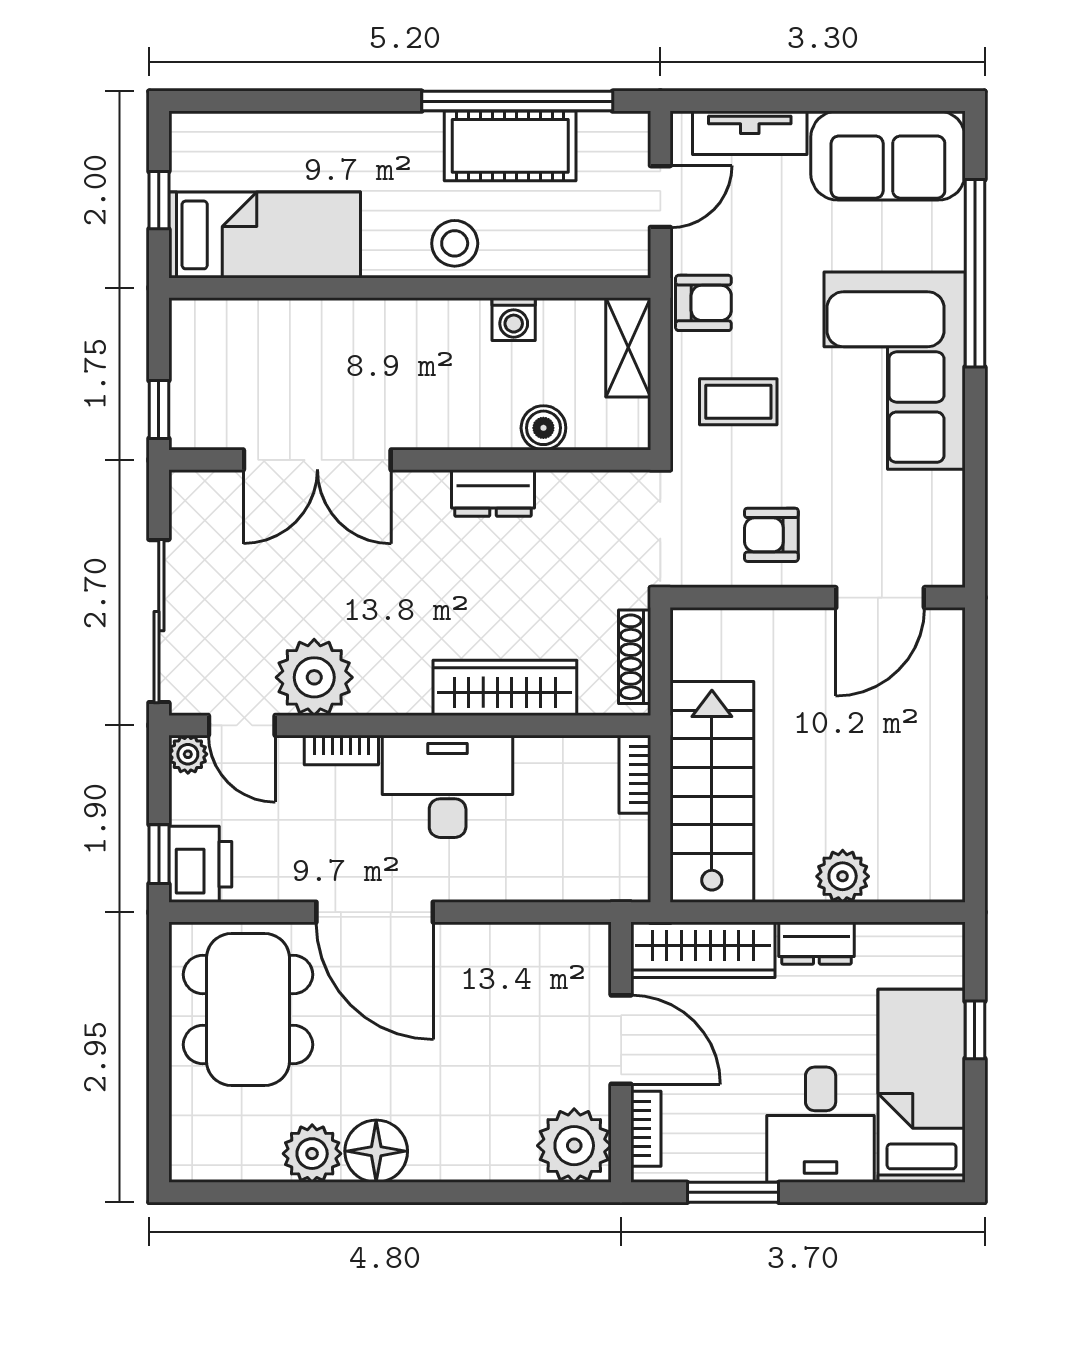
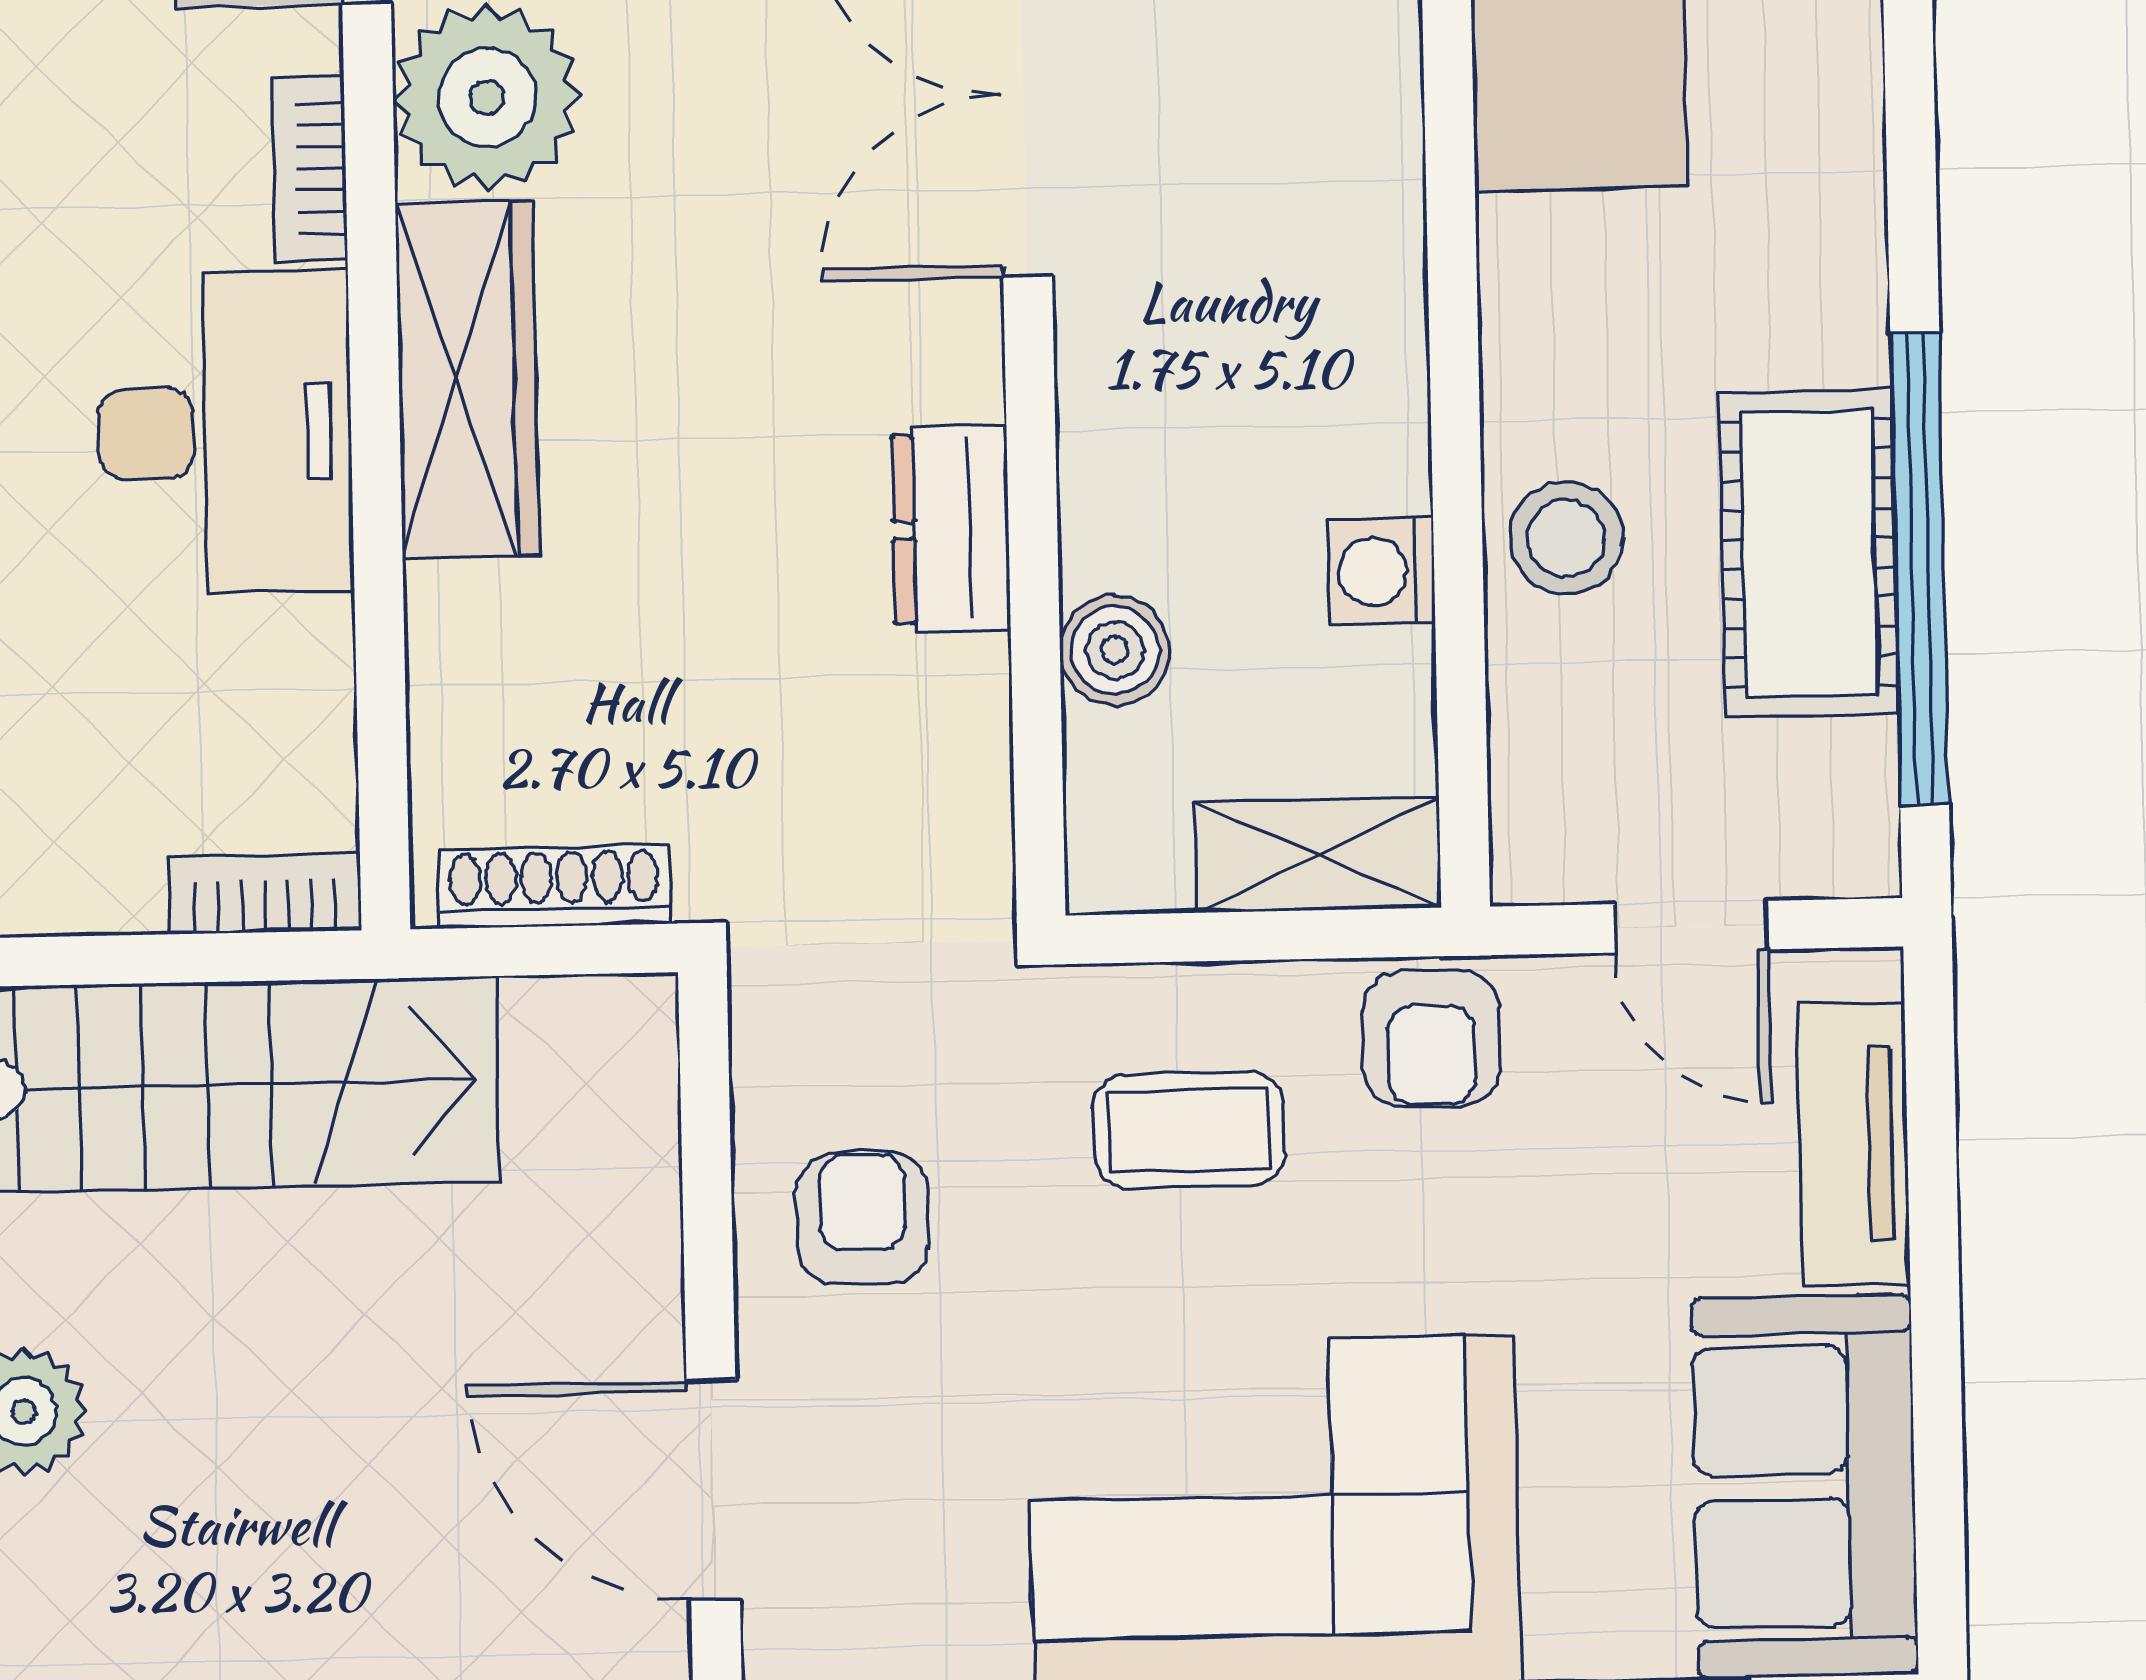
stool: (455, 243) -> (1566, 538), moved
coffee table: (738, 402) -> (1189, 1130), turned 90
wardrobe: (505, 688) -> (467, 379), moved

